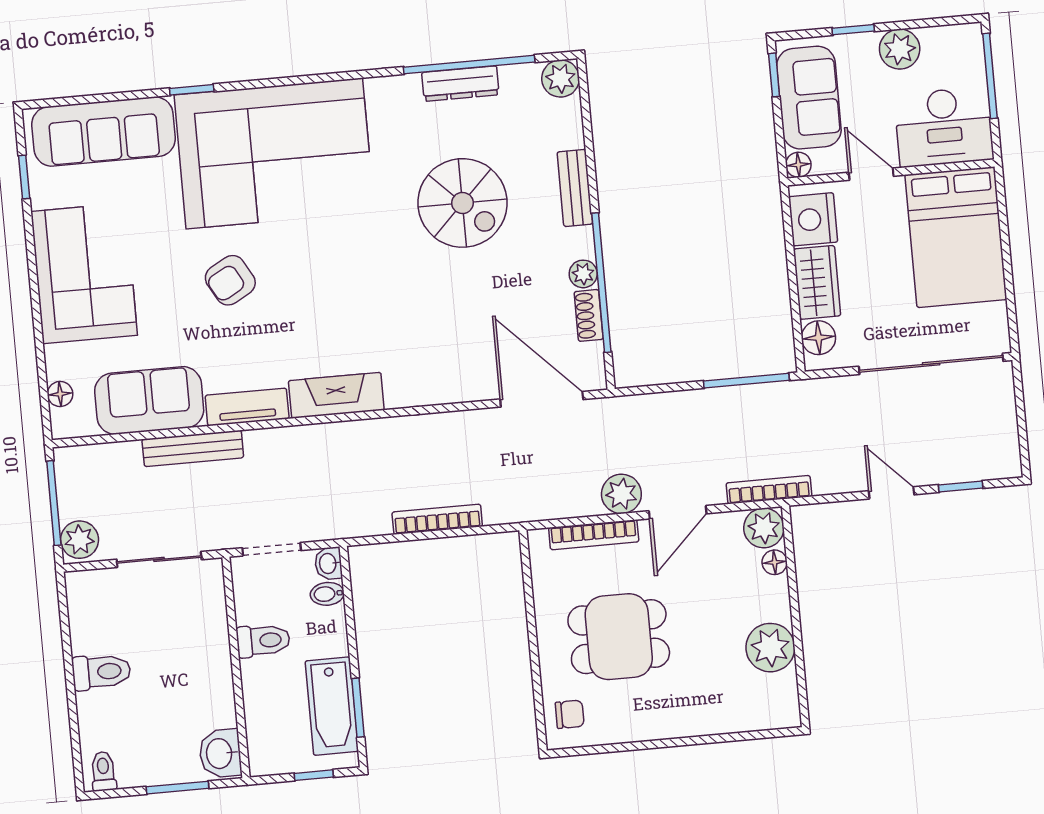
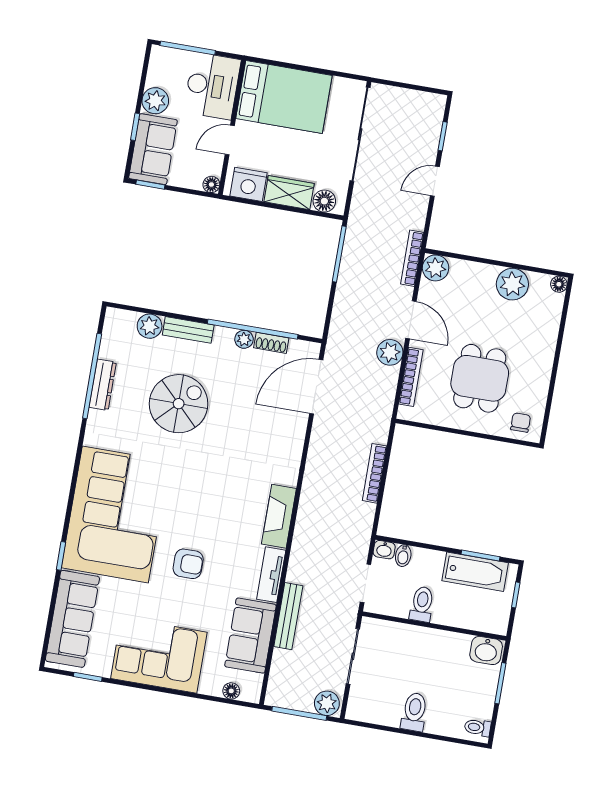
plant: (561, 78) -> (150, 326), moved
sofa: (809, 98) -> (153, 149), moved, turned 90
armchair: (230, 280) -> (188, 564), turned -61
floor lamp: (775, 562) -> (559, 284), moved

